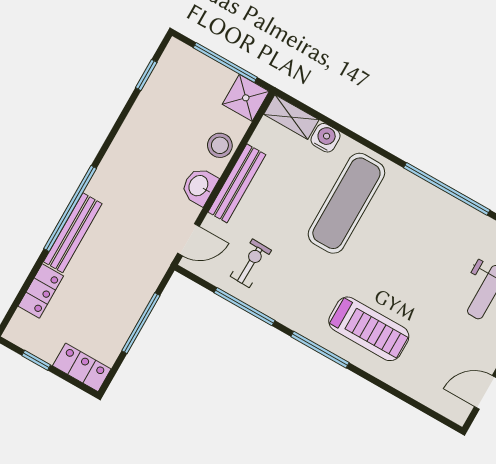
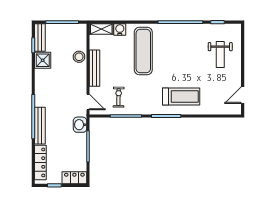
bench: (167, 67) -> (40, 37), added
shower: (246, 98) -> (43, 60), moved
washbasin: (199, 186) -> (80, 125), moved
door: (188, 240) -> (88, 102), hinge flipped
locker: (41, 291) -> (40, 162), width x1.53

